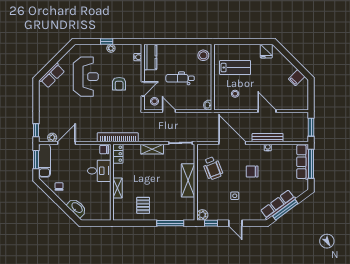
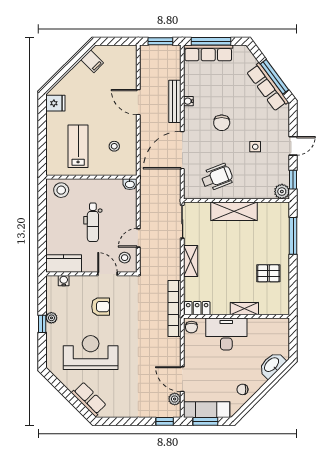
door: (267, 111) -> (138, 102), hinge flipped
desk: (99, 171) -> (226, 334), width x1.37

